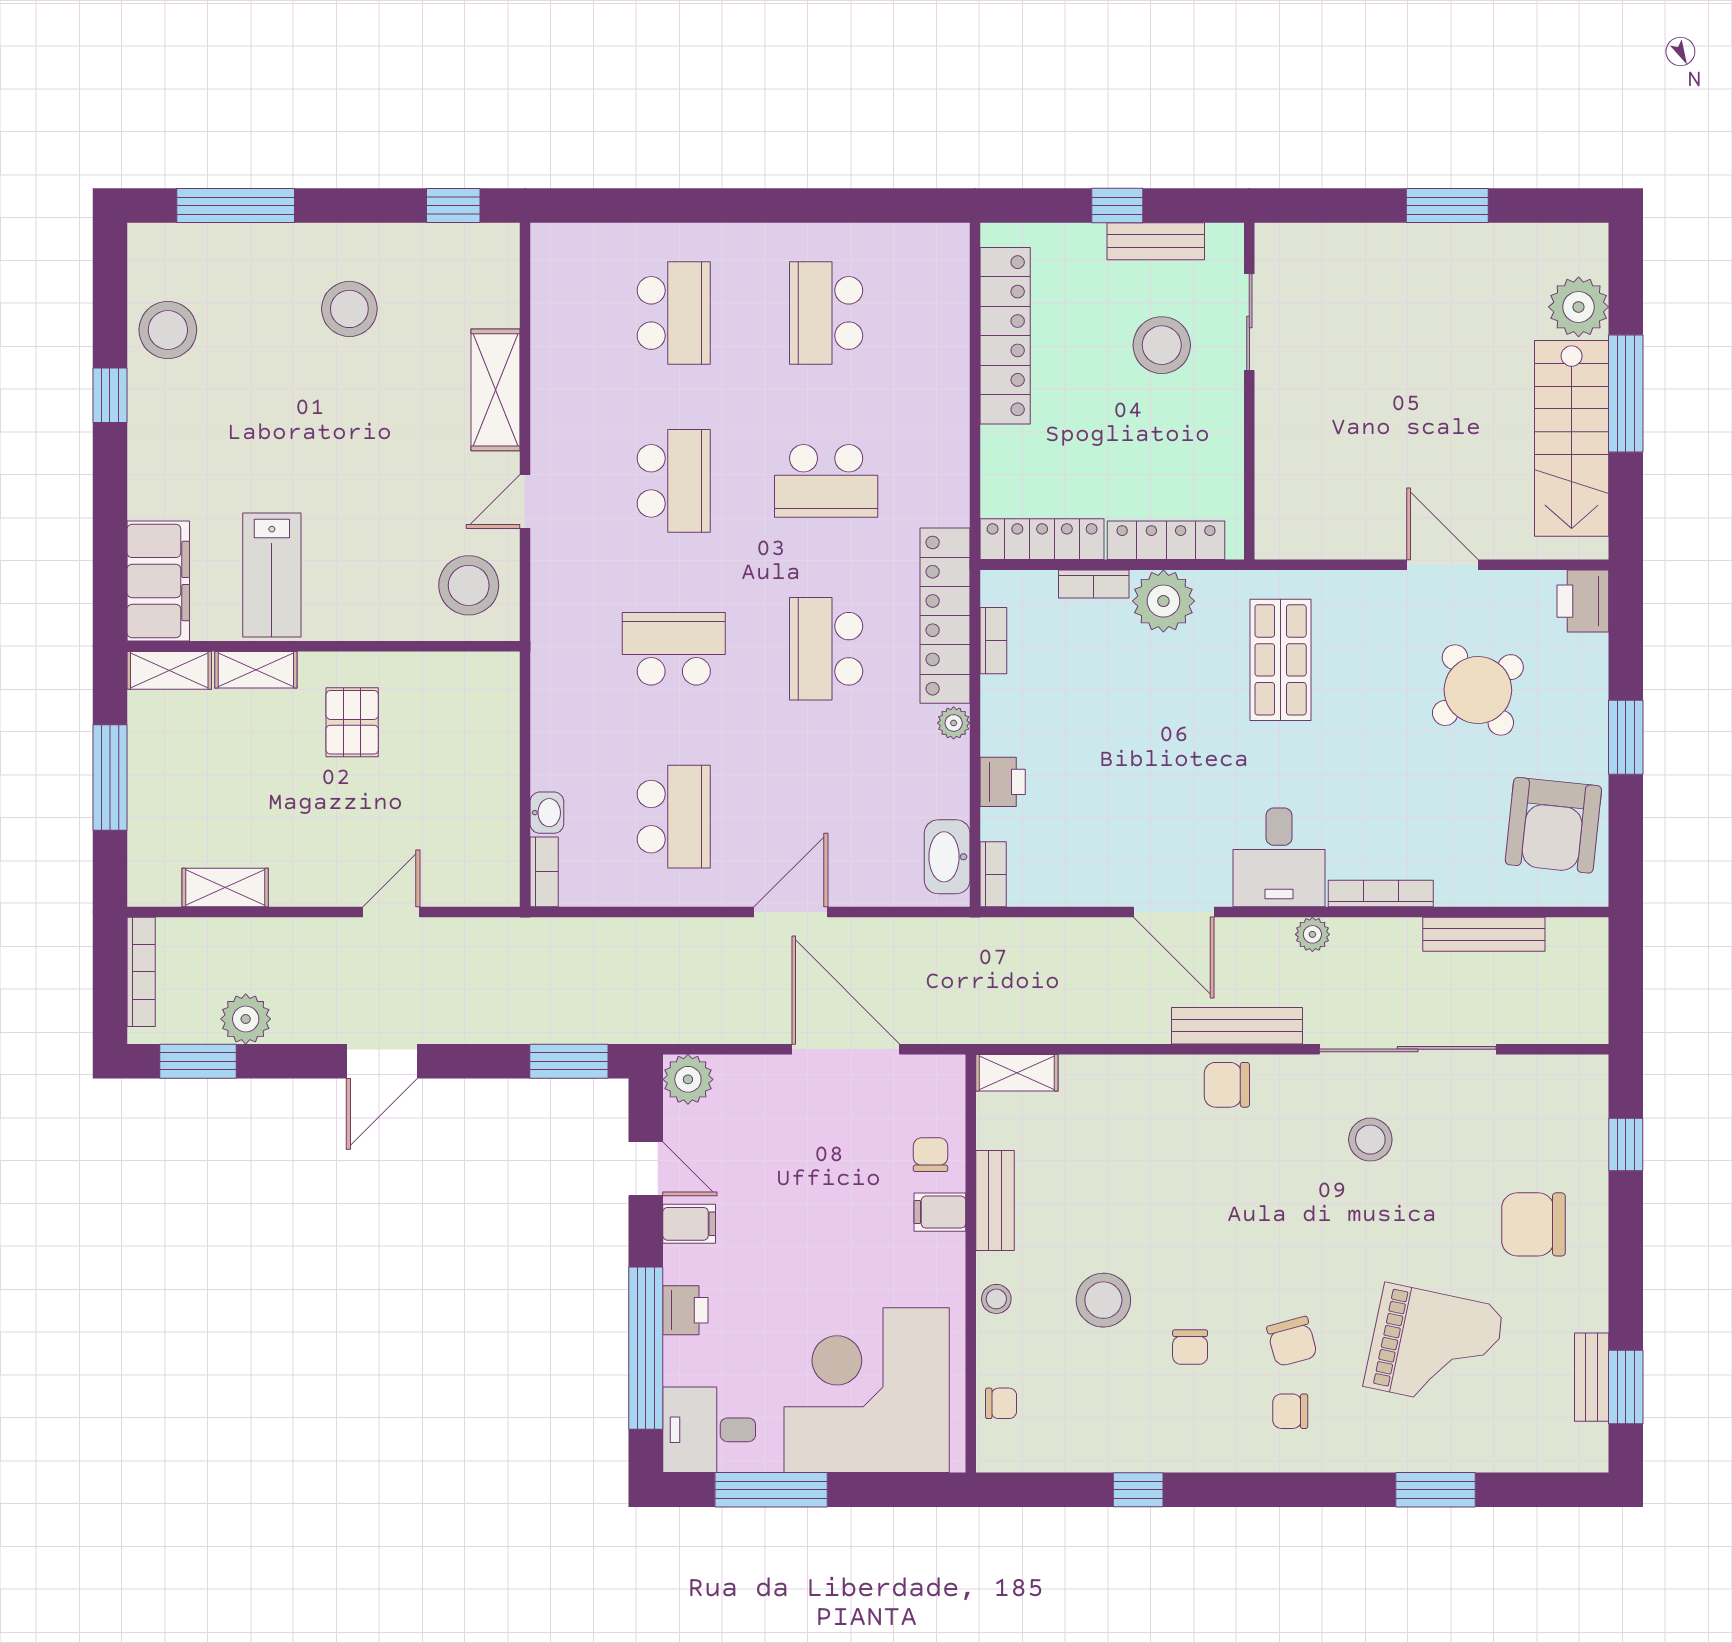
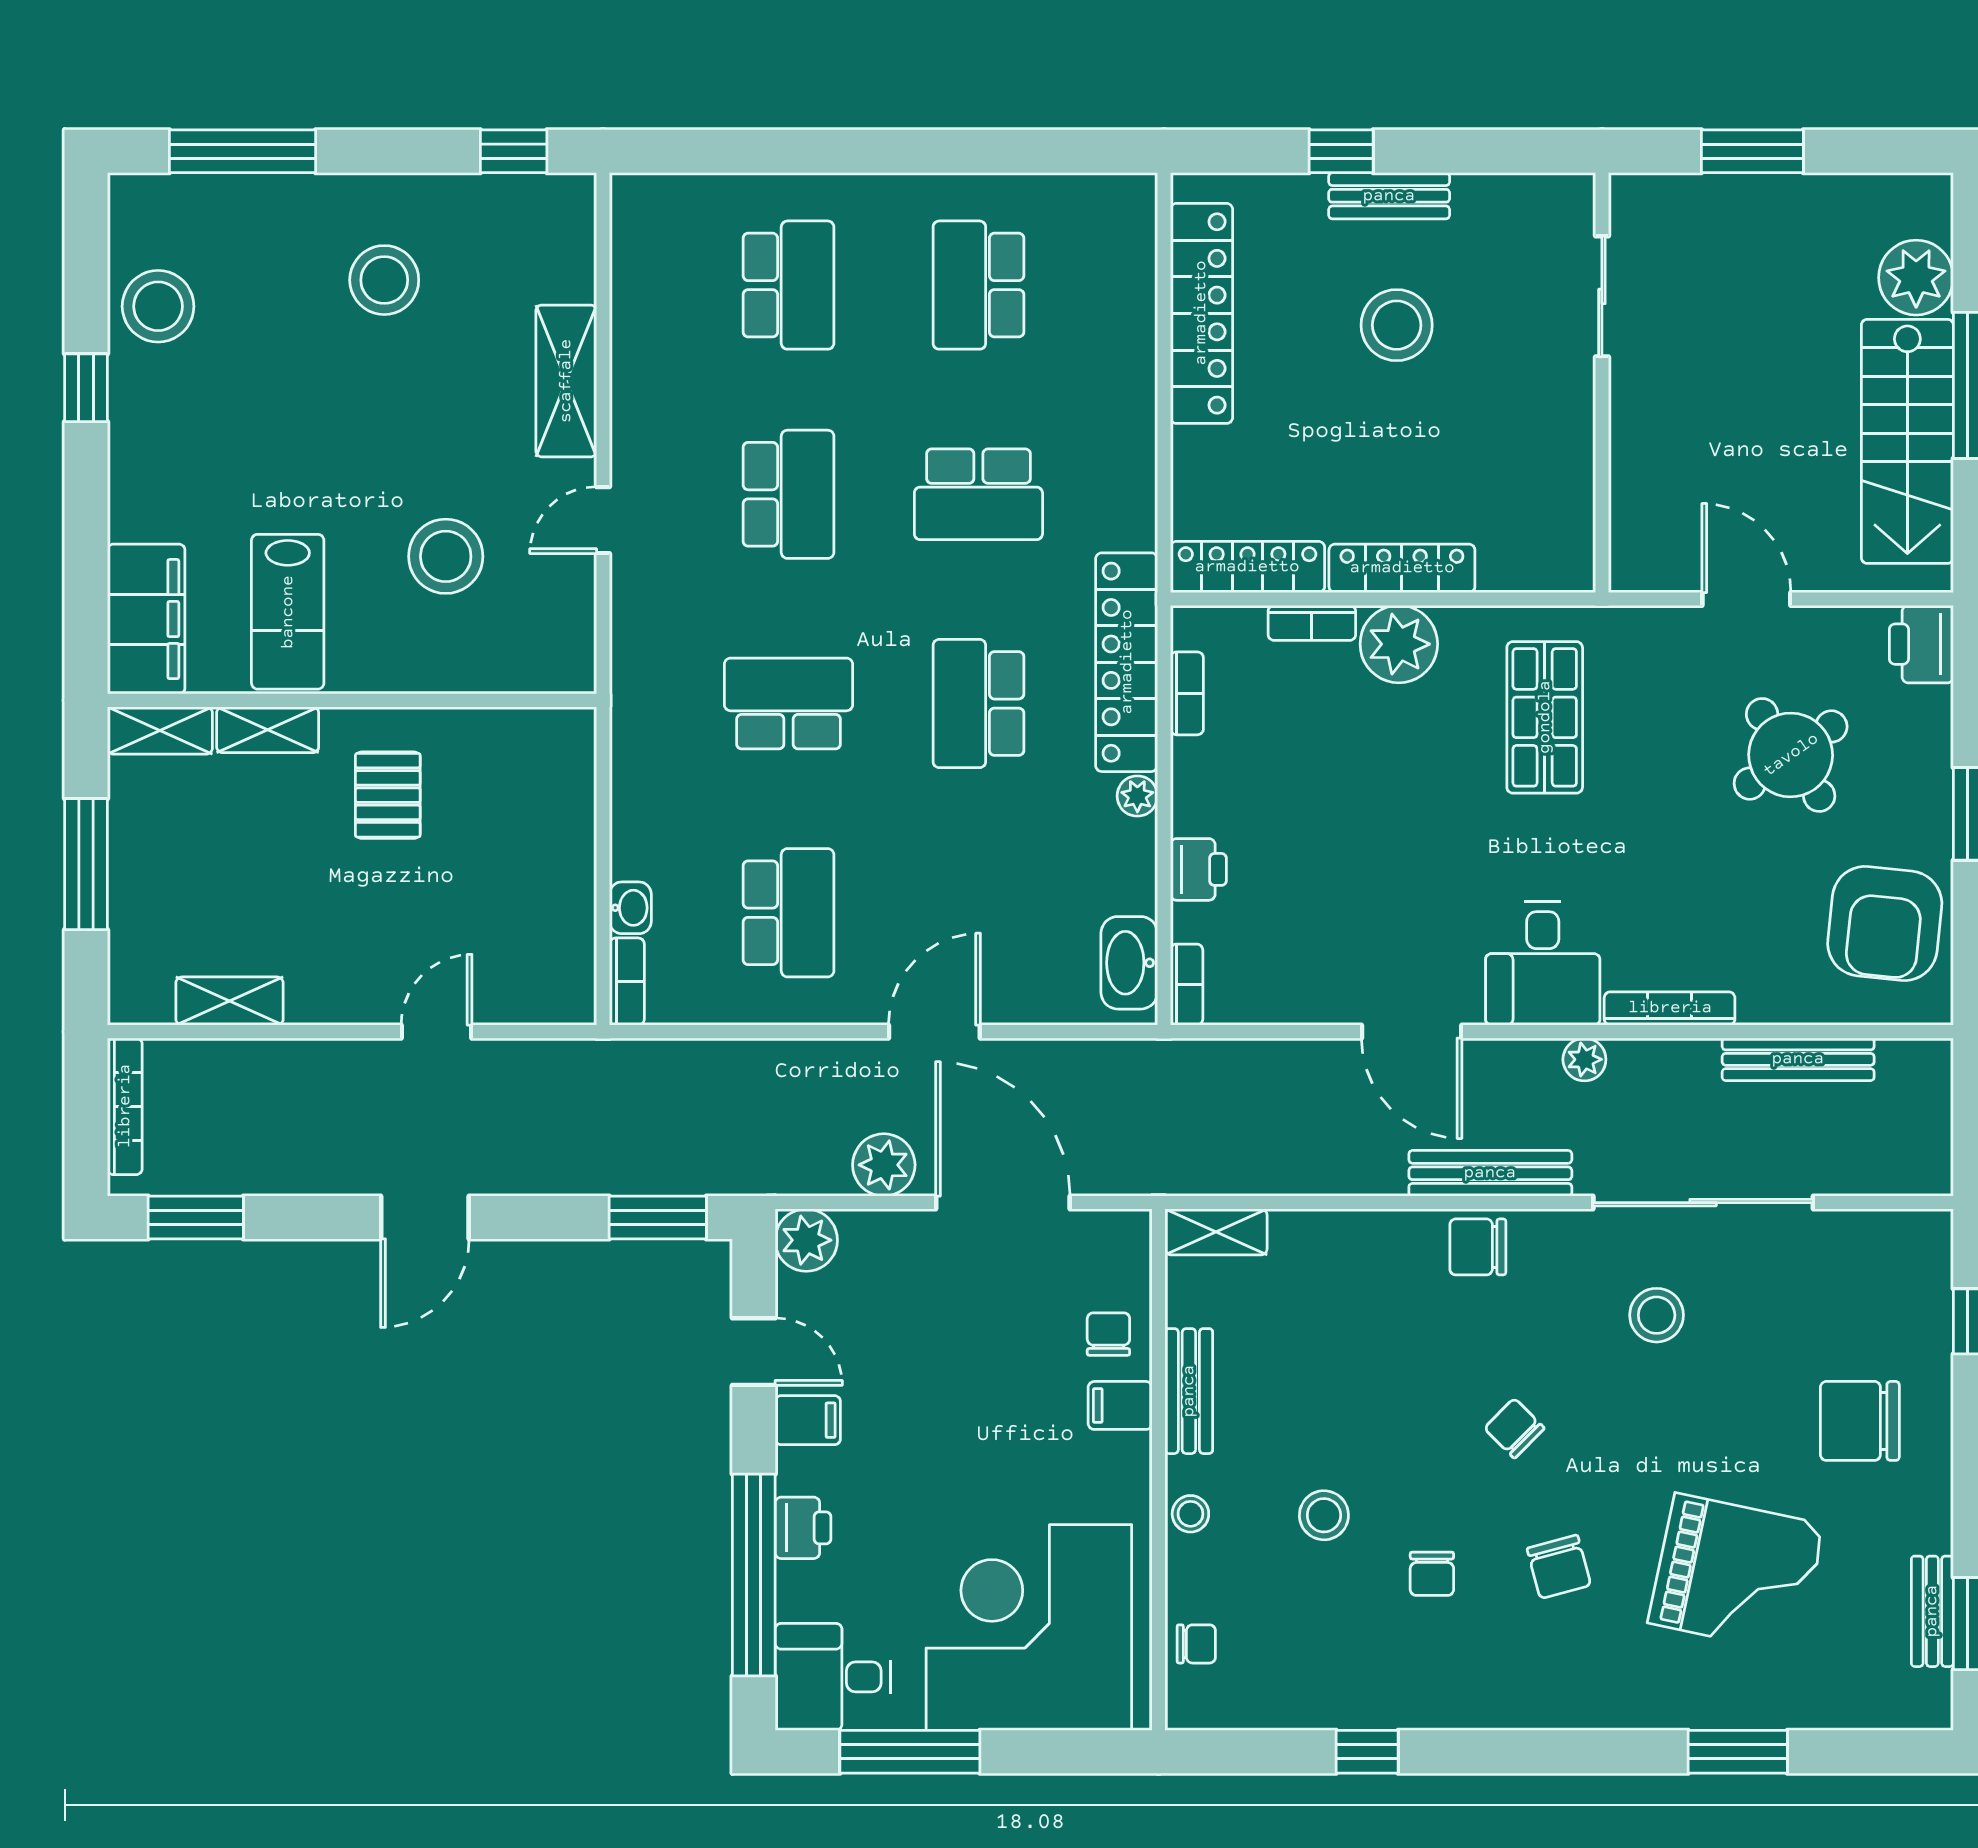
sliding door: (1249, 322) -> (1602, 296), moved
wall: (1249, 391) -> (1602, 383), moved
stool: (469, 585) -> (446, 556), moved
plant: (246, 1019) -> (884, 1165), moved
stool: (1103, 1300) -> (1324, 1515), width x0.73, depth x0.73
chair: (1290, 1411) -> (1514, 1428), moved, turned 45

